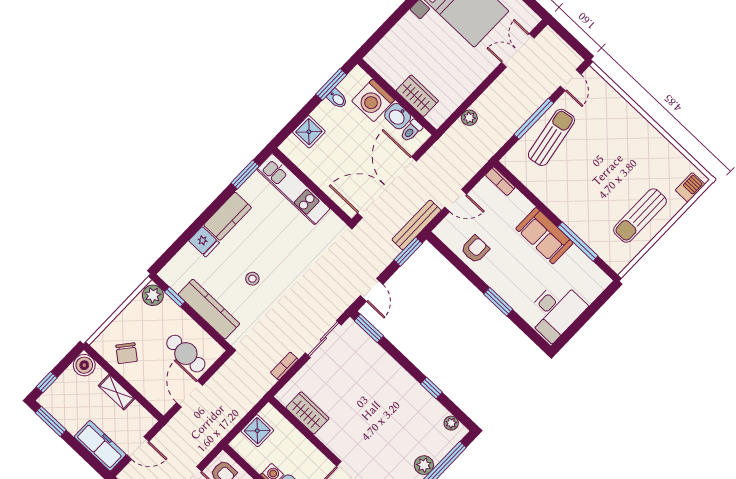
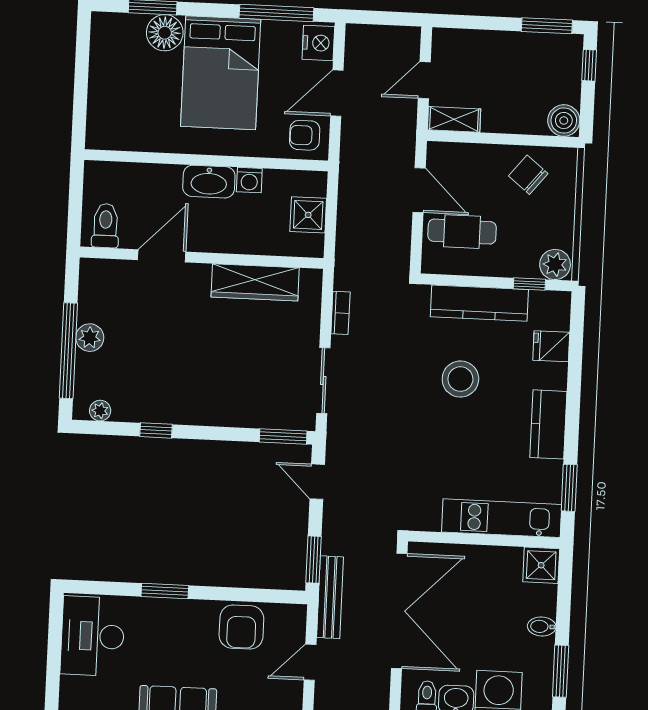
bidet: (337, 99) -> (542, 626), moved
shower: (309, 132) -> (541, 565), moved
fridge: (204, 242) -> (551, 346), moved
armchair: (475, 249) -> (241, 627), width x1.38, depth x1.38
stool: (252, 279) -> (460, 379), width x1.89, depth x1.89
shelving: (117, 392) -> (454, 119), moved
wardrobe: (307, 413) -> (255, 282), width x1.50
freezer: (100, 446) -> (468, 46), removed

